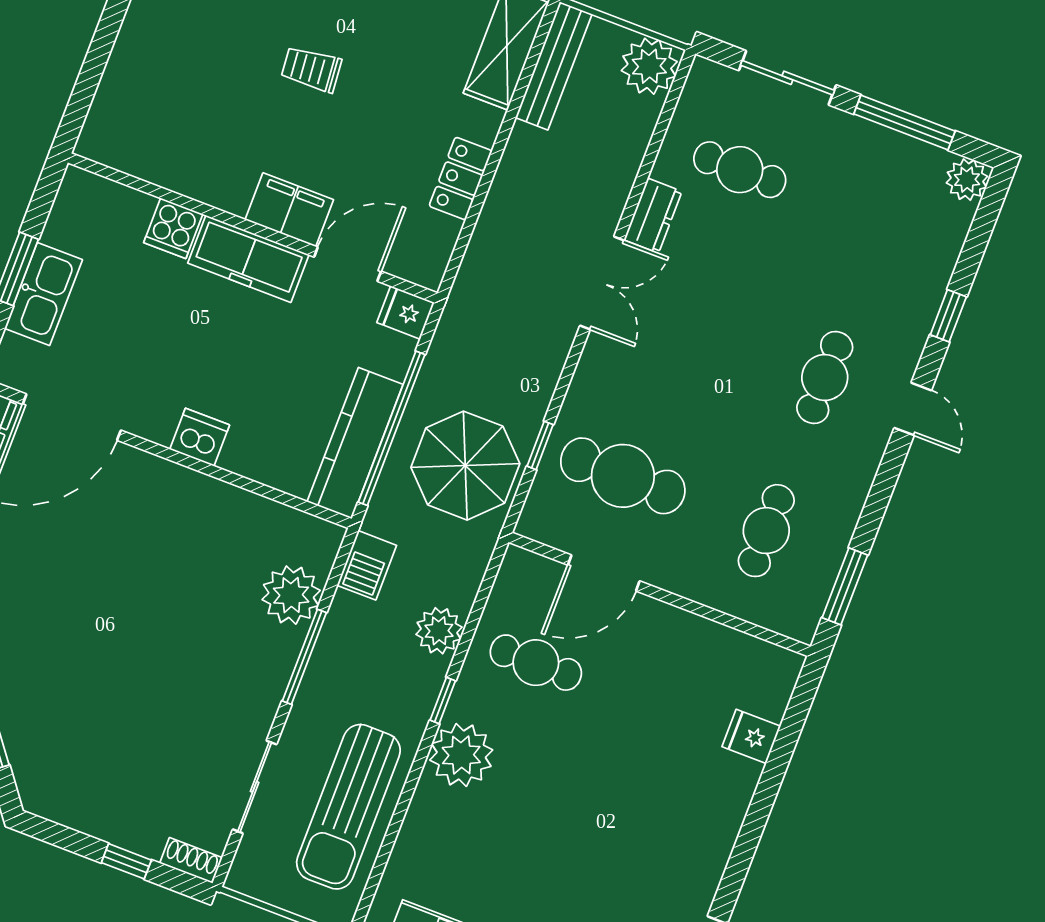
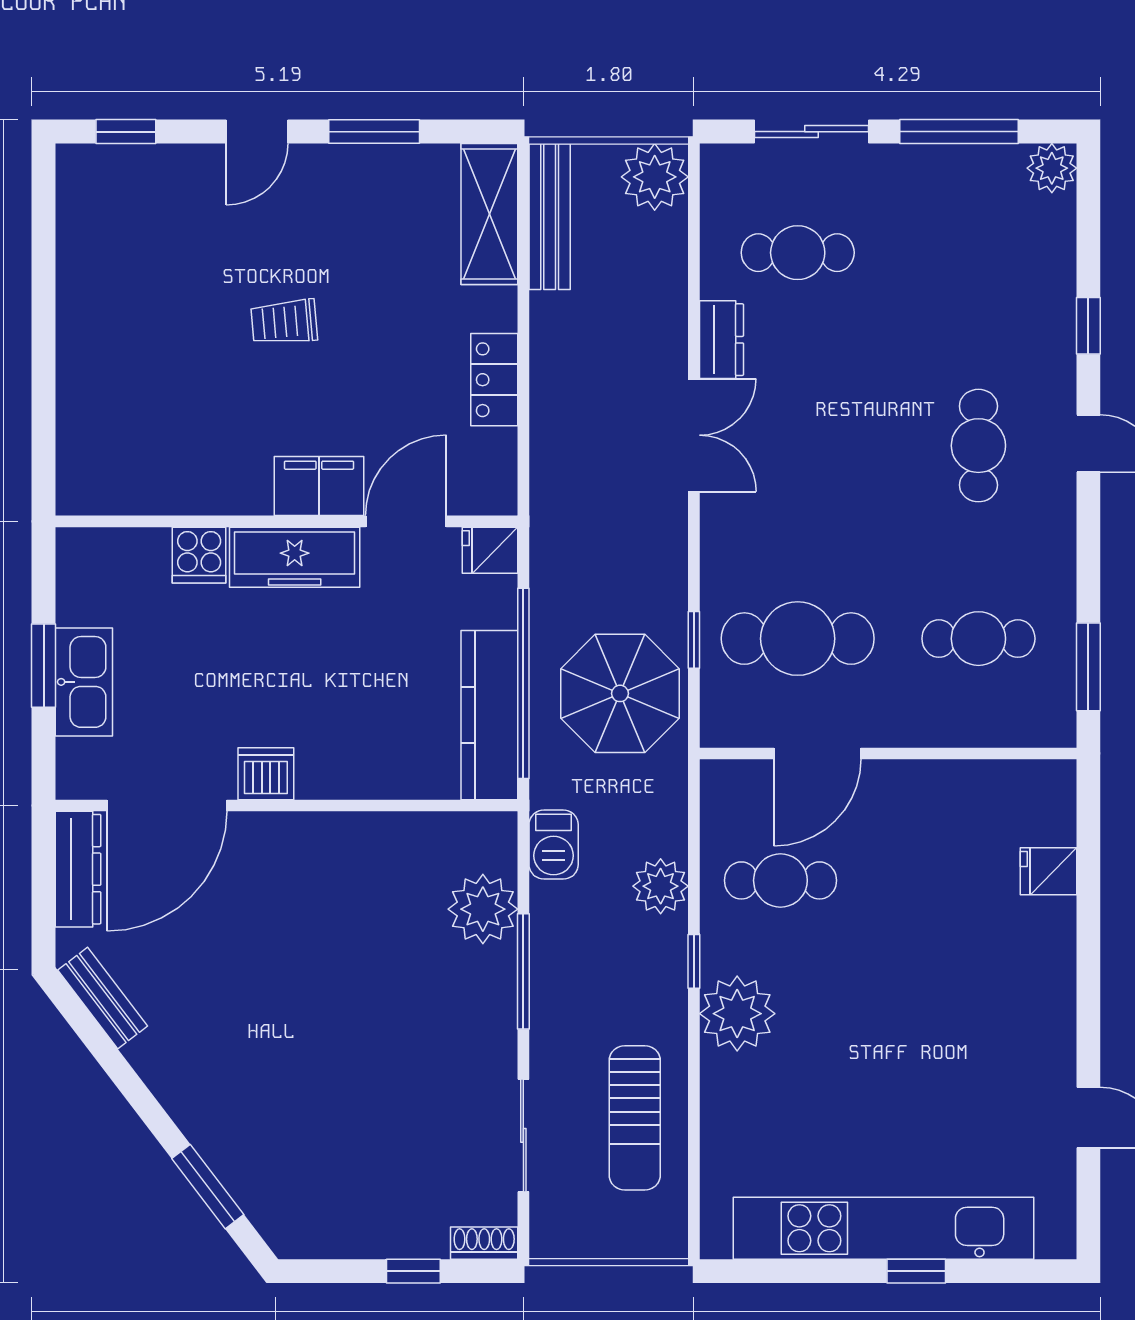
dishwasher: (200, 437) -> (266, 774), moved
cafe table: (766, 531) -> (978, 639), turned 90
sun lounger: (348, 807) -> (635, 1118), width x0.73, depth x0.75

